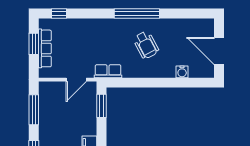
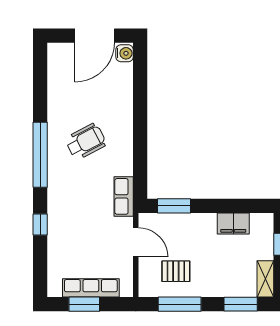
window: (59, 14) -> (40, 225), moved
water cooler: (182, 72) -> (125, 53), moved
pallet: (56, 107) -> (176, 271), added

